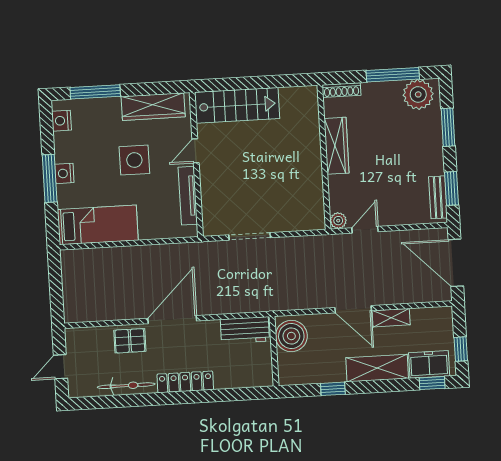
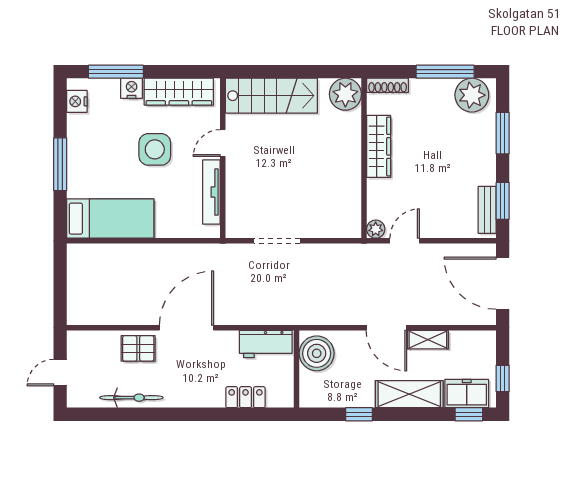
plant: (304, 100) -> (345, 94), added
nightstand: (64, 173) -> (132, 88), moved, turned 90
locker: (185, 382) -> (246, 397), moved, width x0.66

